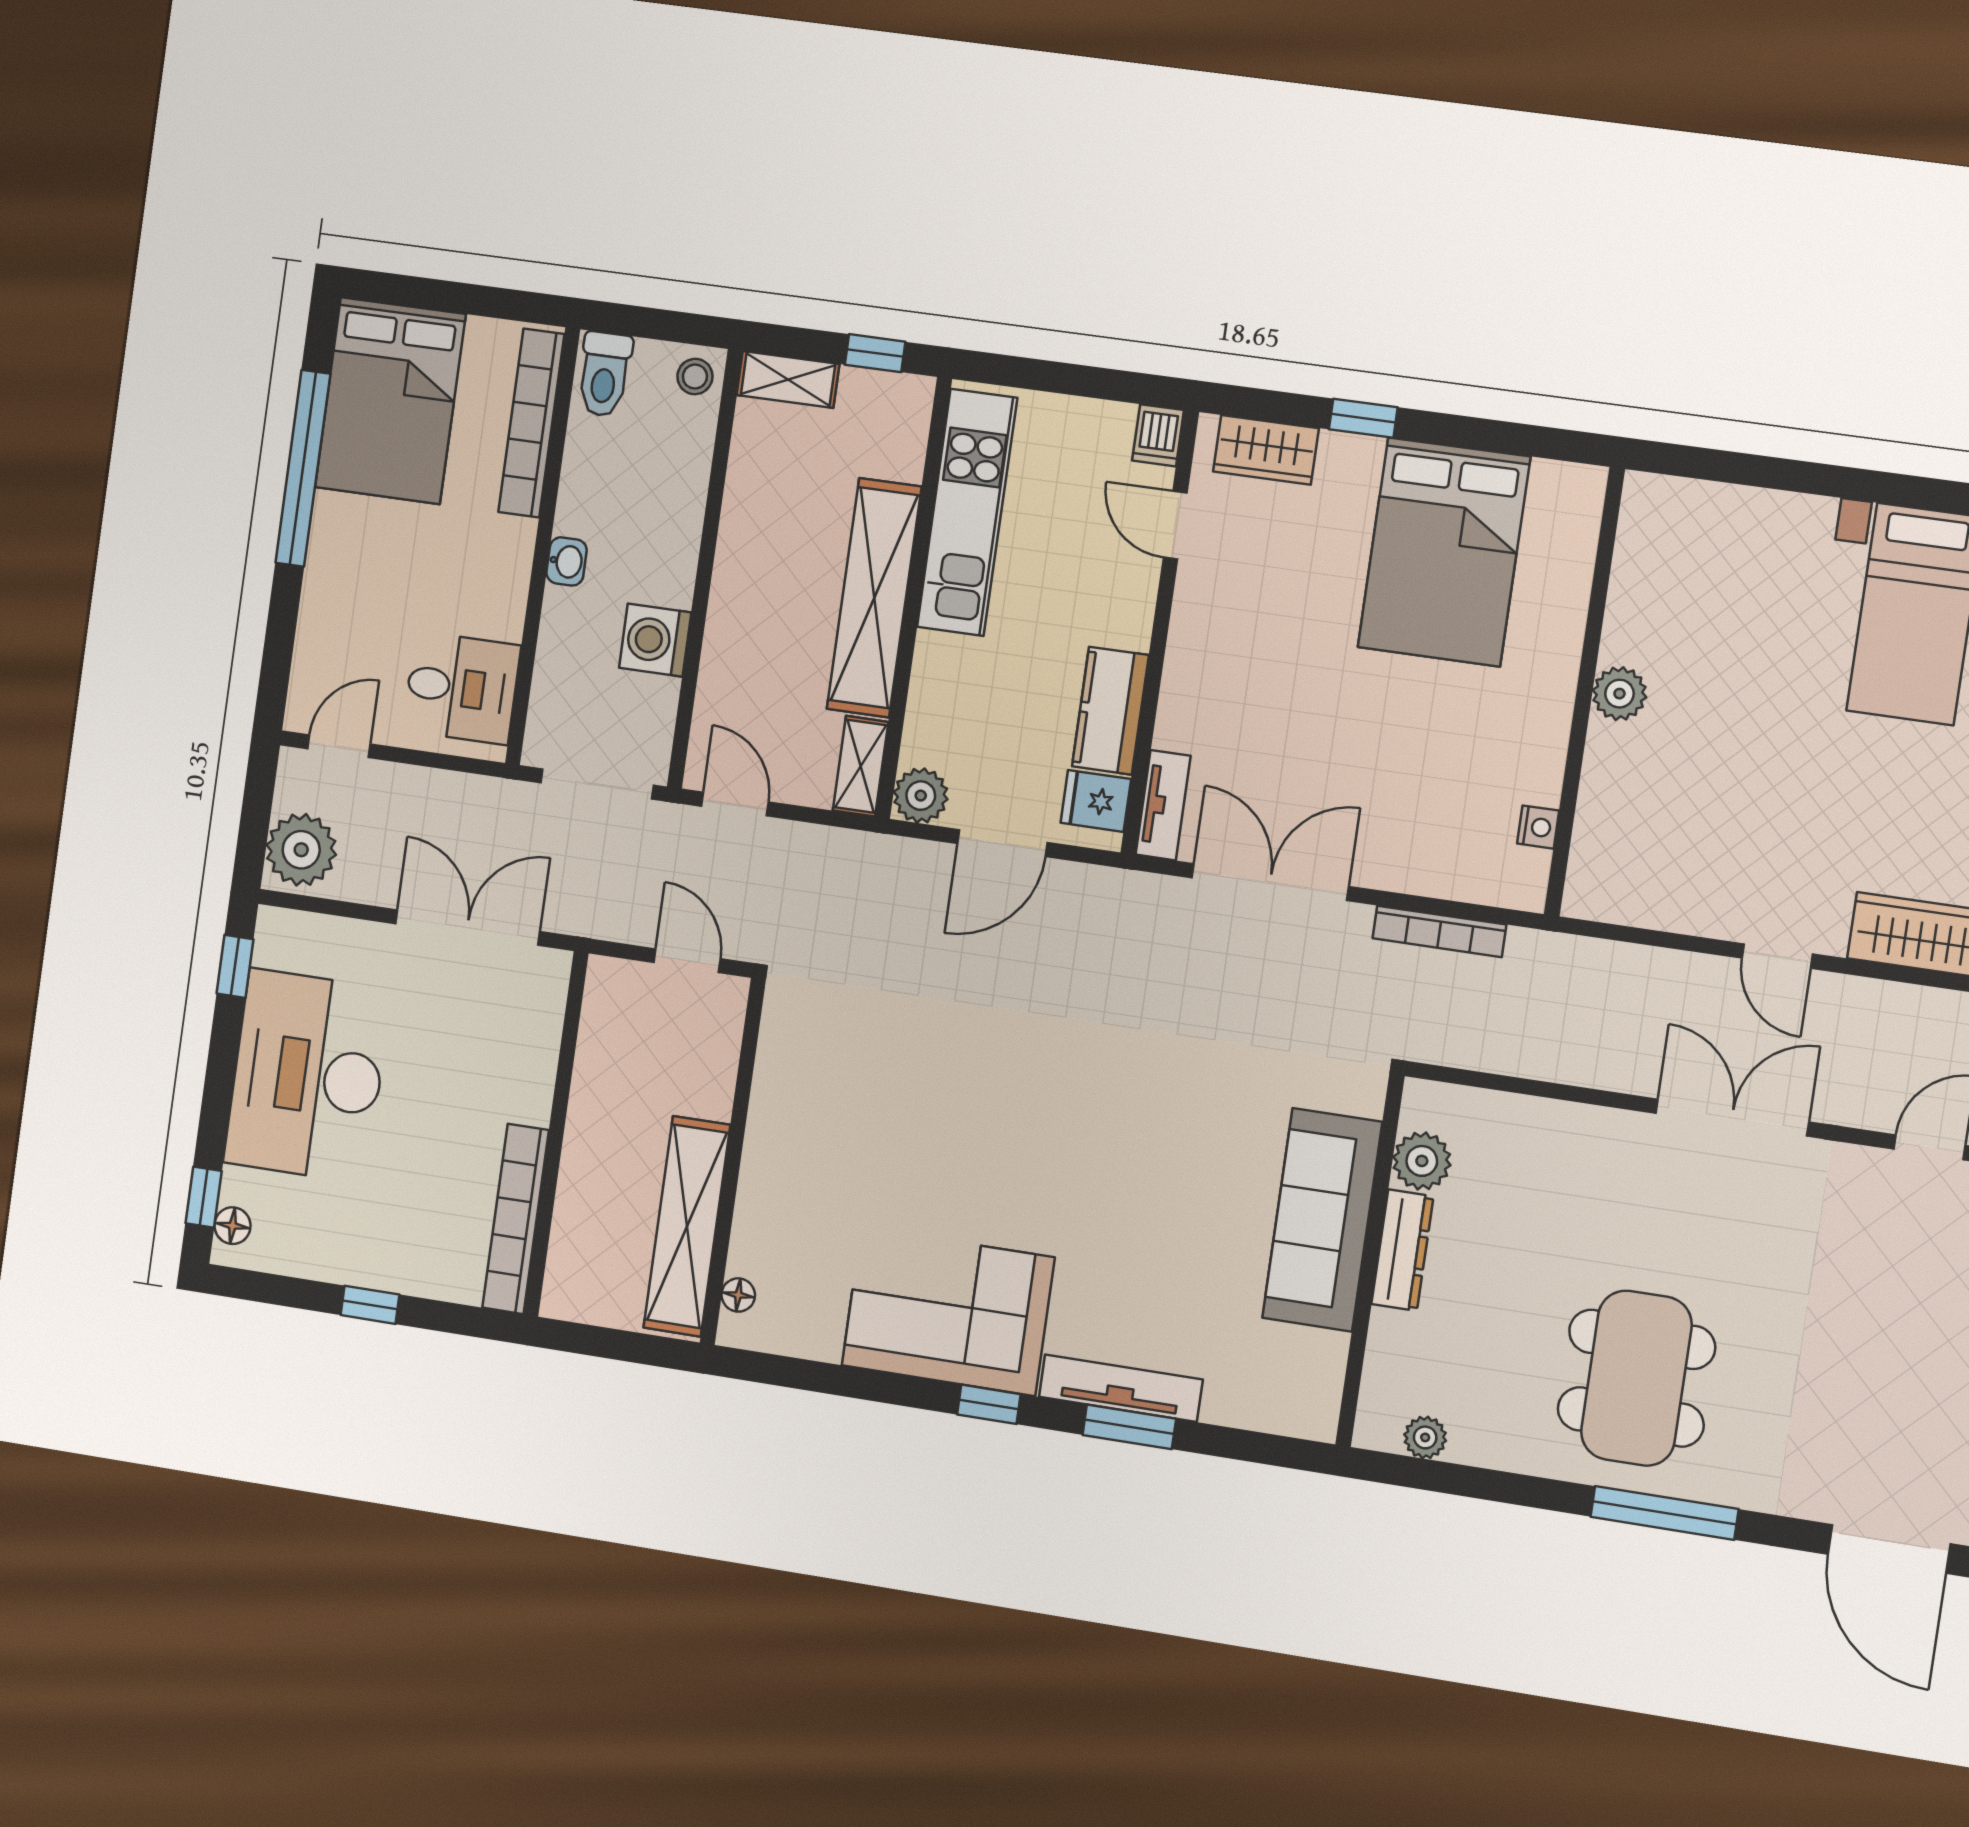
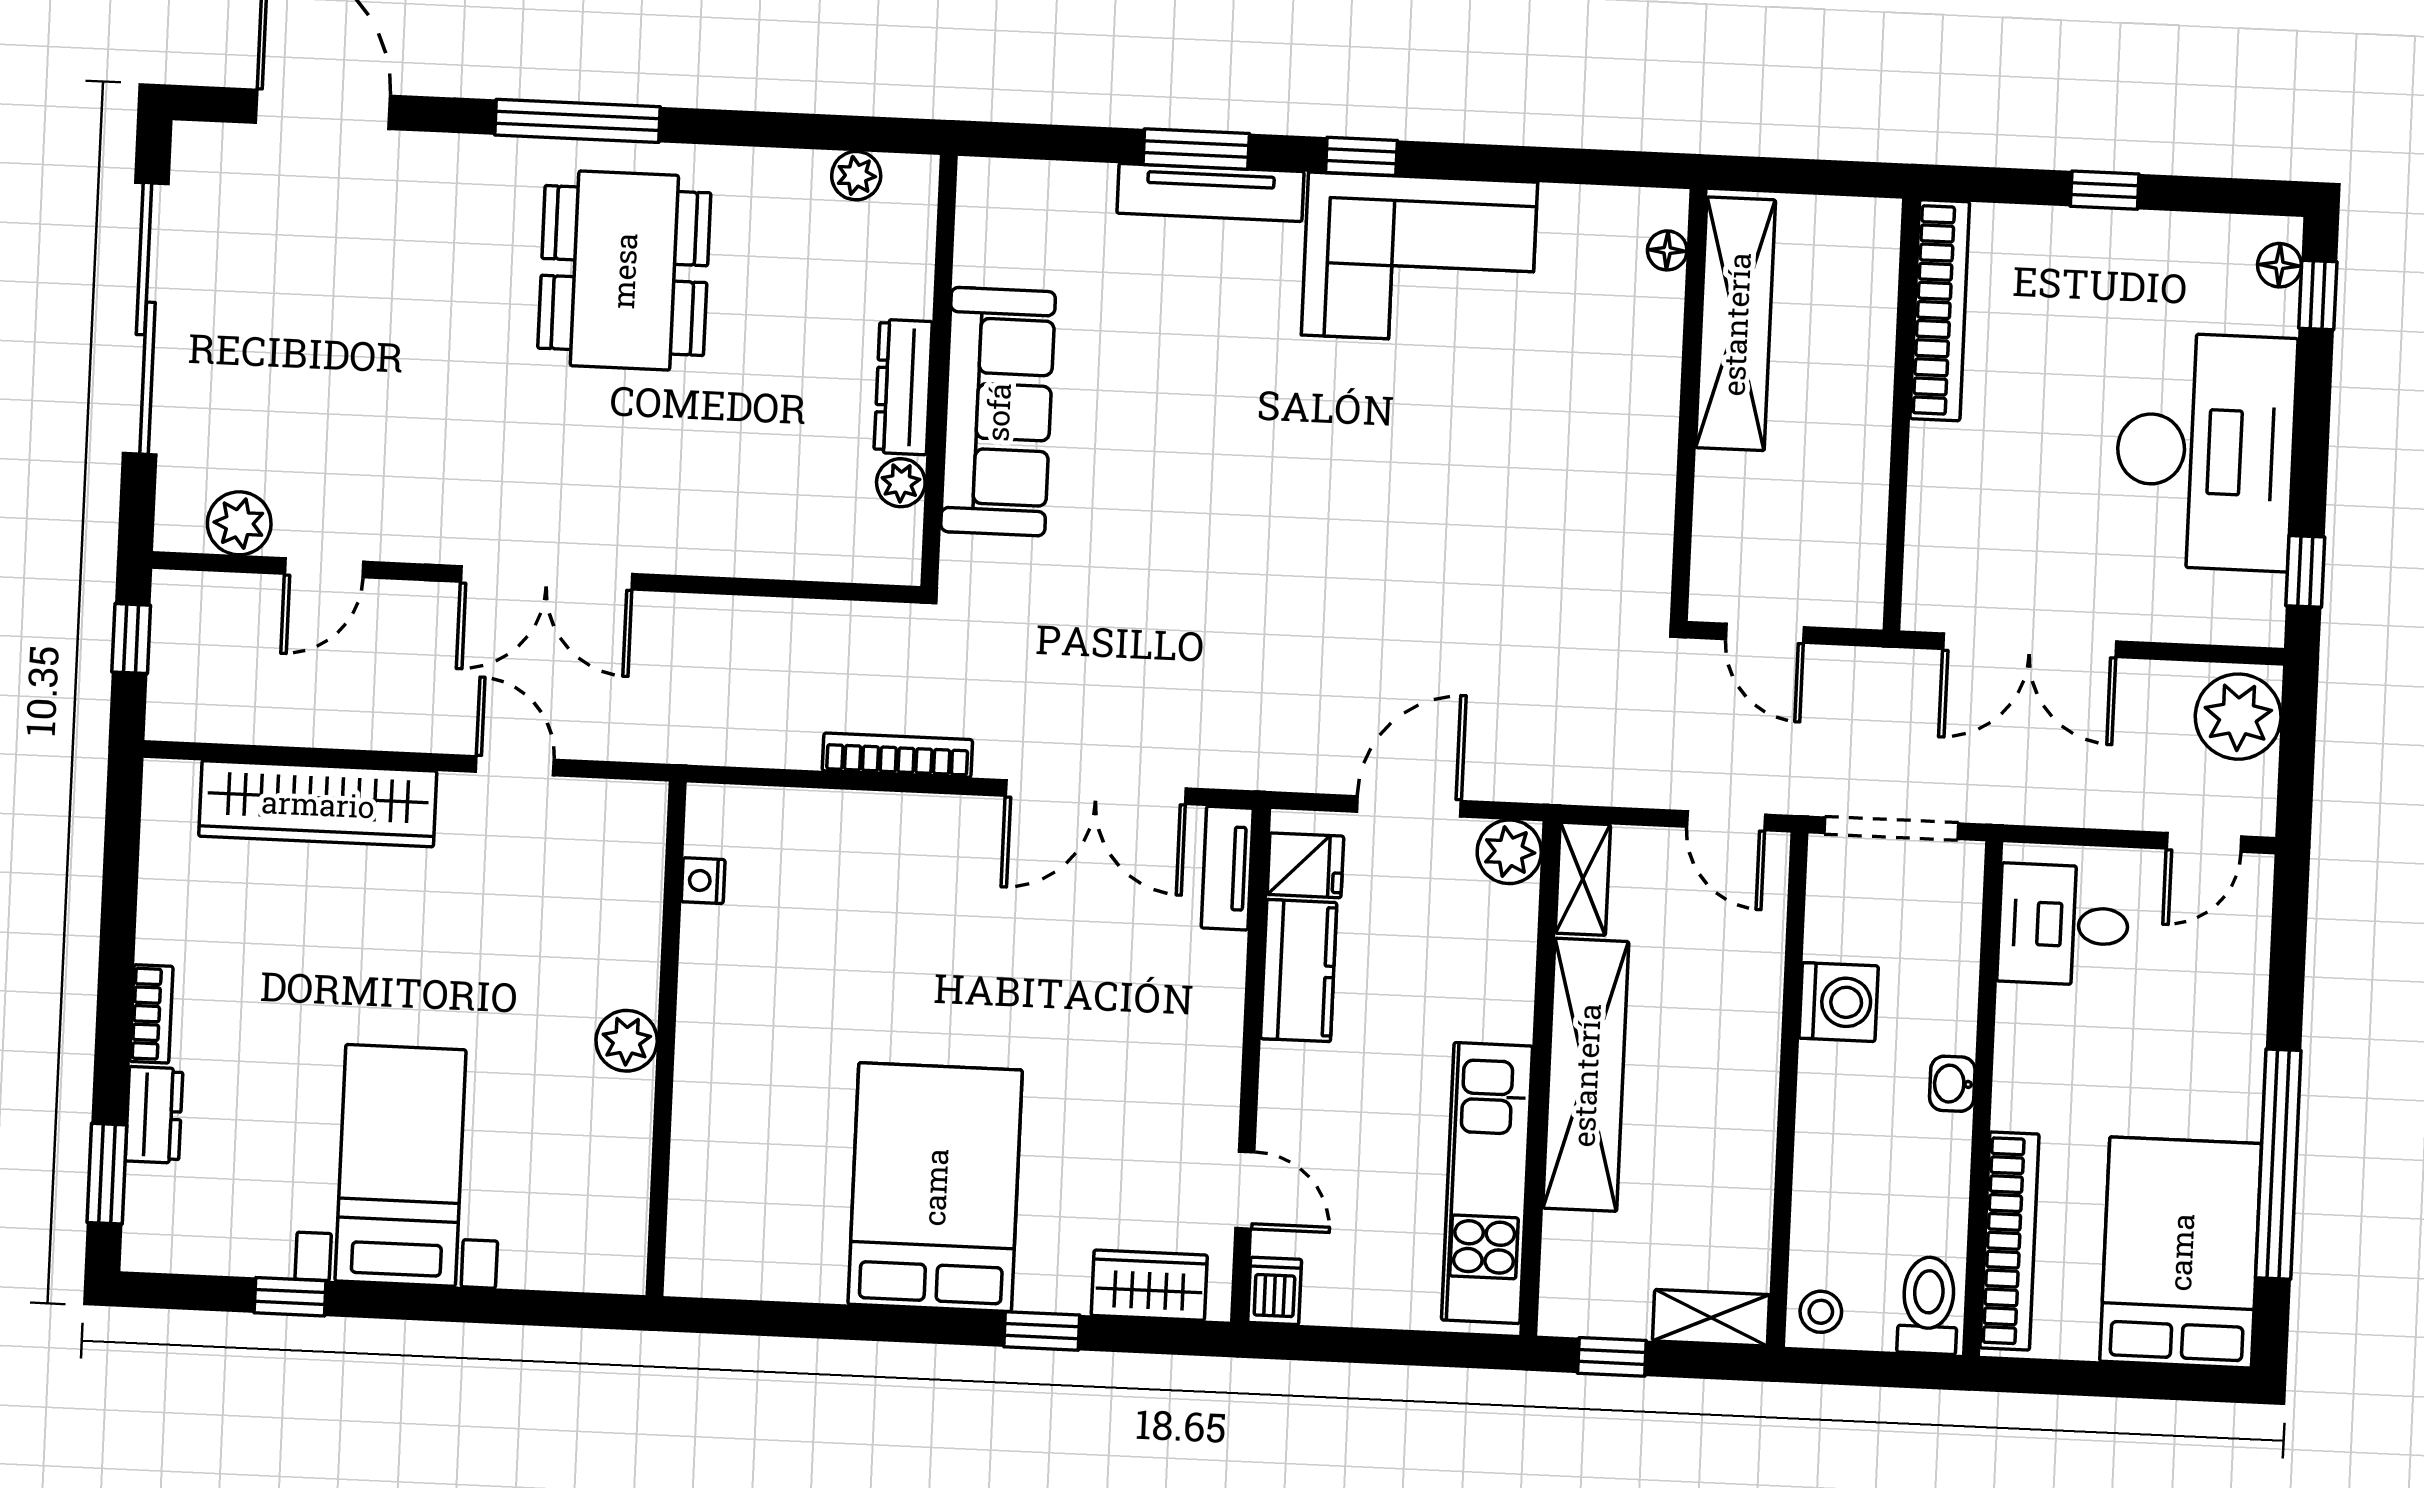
wall: (1584, 692) -> (666, 1039), moved
plant: (1619, 694) -> (627, 1041), moved
nightstand: (1538, 827) -> (703, 881), moved
plant: (1422, 1161) -> (901, 483), width x0.73, depth x0.73

